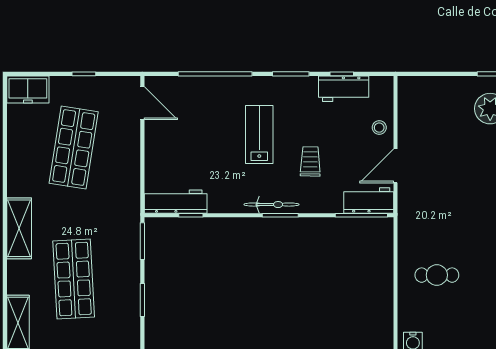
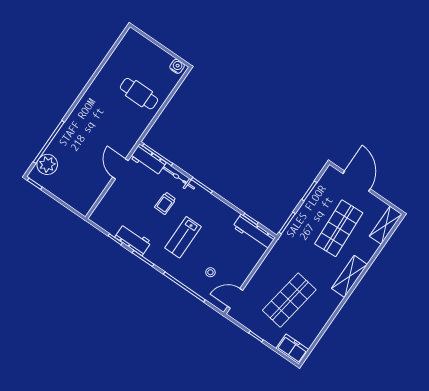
workbench: (344, 89) -> (133, 240), moved
door: (142, 103) -> (235, 298), hinge flipped
stool: (379, 128) -> (210, 272), moved
door: (396, 166) -> (120, 169), swing flipped
bicycle: (271, 205) -> (179, 178), moved
cafe table: (437, 275) -> (139, 94), width x1.37, depth x1.35

